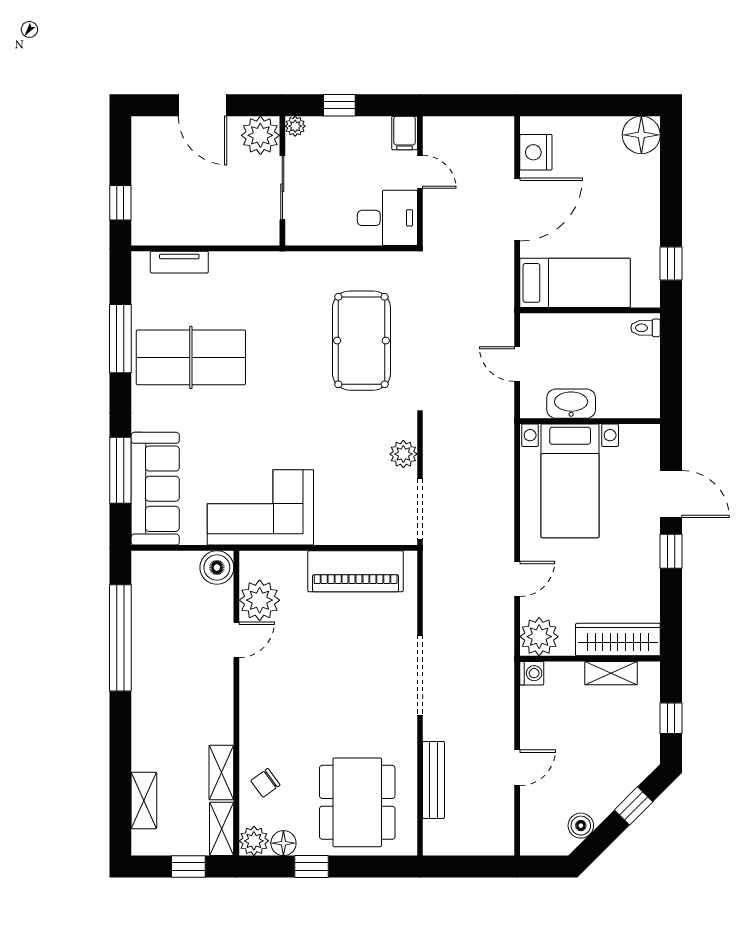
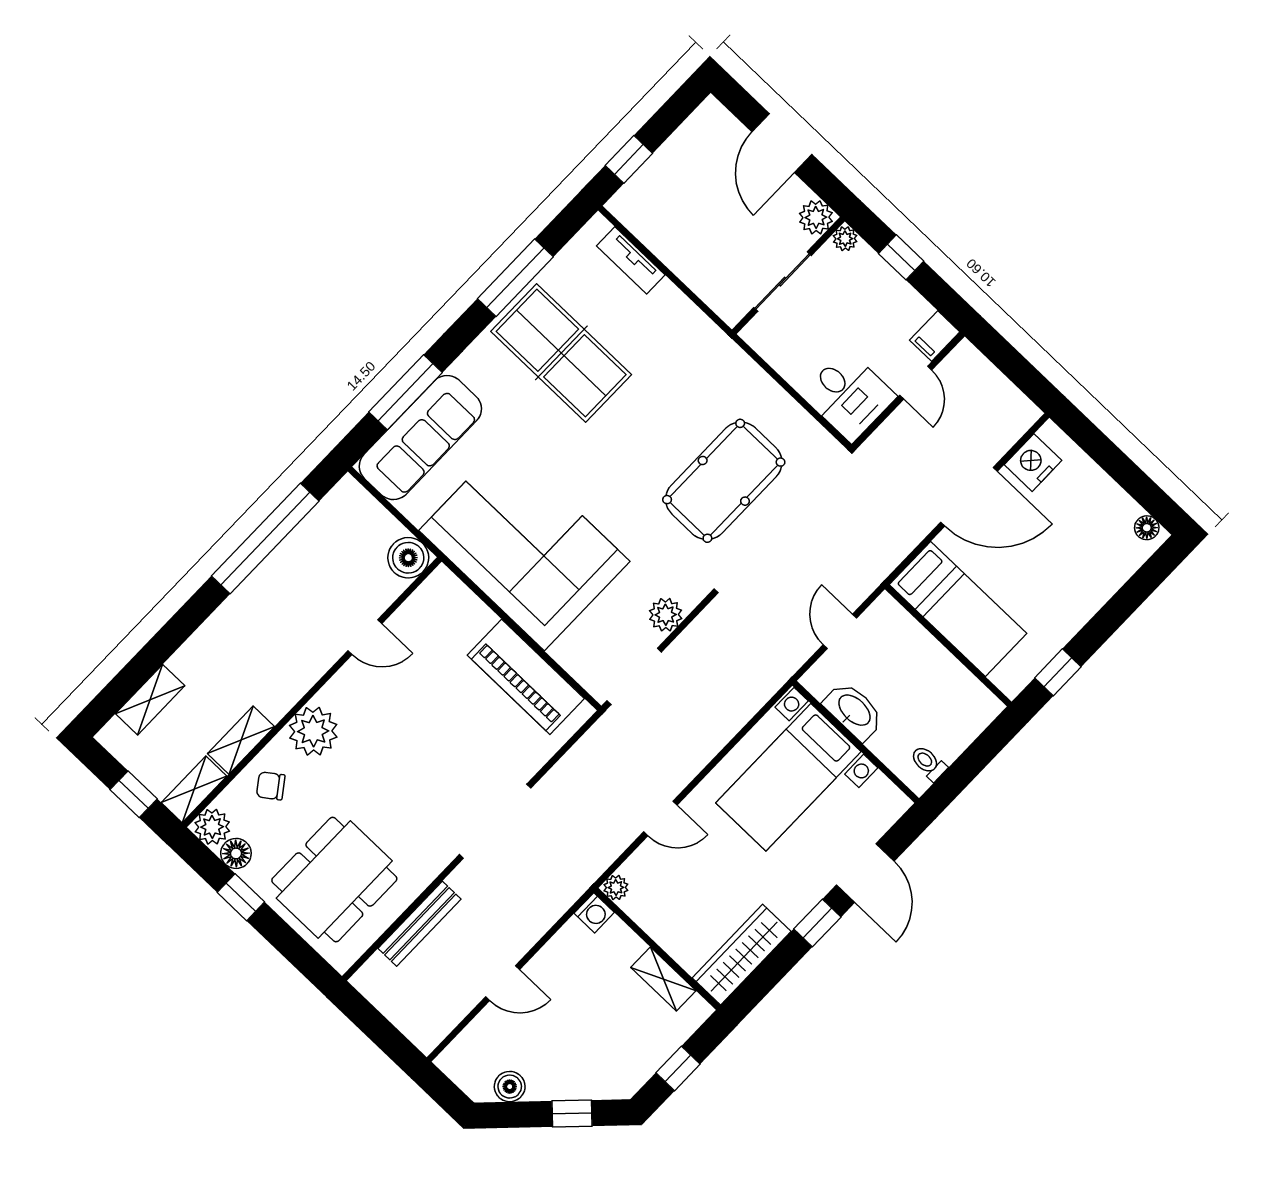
plant: (260, 135) -> (816, 217), width x0.73, depth x0.73
floor lamp: (641, 135) -> (1147, 528), width x0.53, depth x0.53
toilet: (646, 328) -> (928, 763), moved
corner sofa: (260, 507) -> (524, 546), width x1.36, depth x1.36
plant: (260, 600) -> (313, 731), moved
plant: (539, 637) -> (616, 887), width x0.53, depth x0.53
wardrobe: (618, 640) -> (742, 955), moved, turned -90

